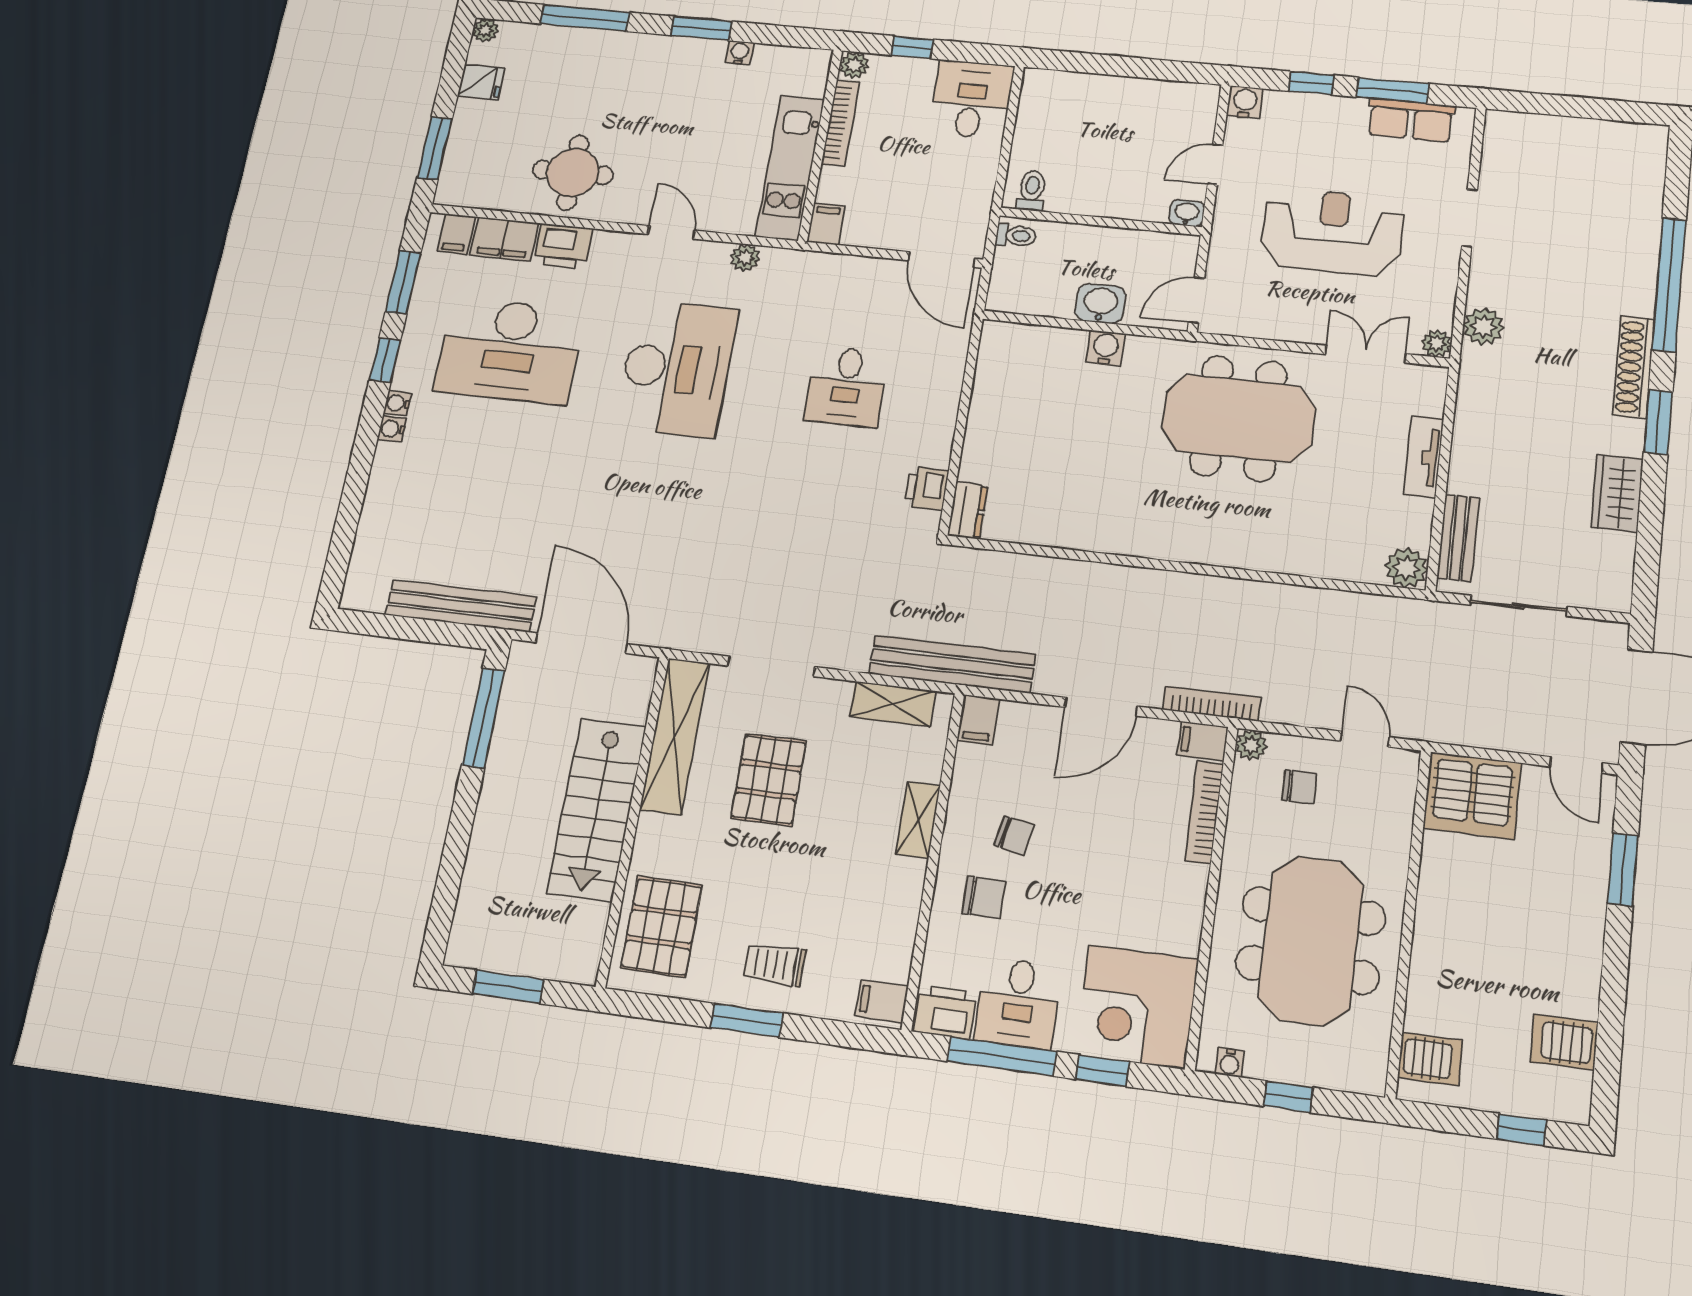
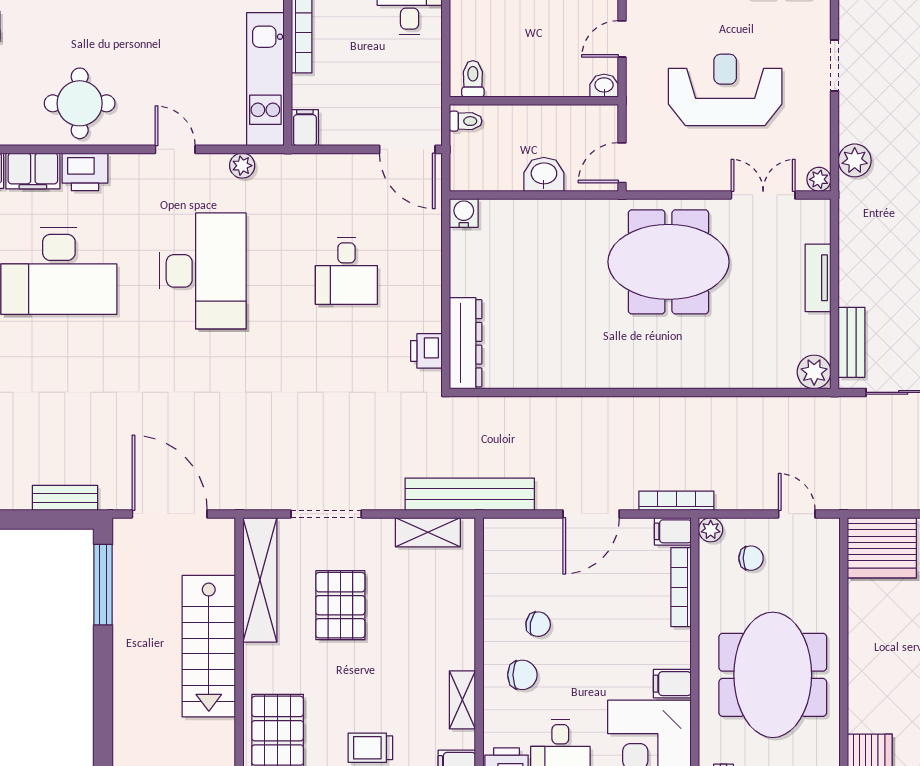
water cooler: (1106, 348) -> (464, 213), moved
dresser: (968, 510) -> (466, 343), width x1.96, depth x1.24
bench: (461, 606) -> (65, 498), width x0.54, depth x0.82
filing cabinet: (978, 720) -> (672, 684), moved, turned 90
shelving: (918, 820) -> (462, 700), moved

